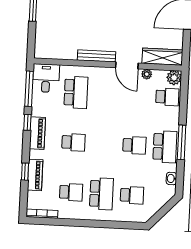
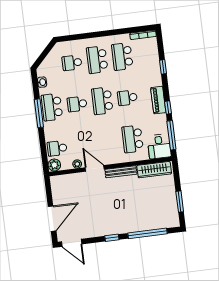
wardrobe: (162, 57) -> (154, 170), moved
school desk: (104, 144) -> (102, 101), added
piano: (35, 175) -> (154, 66), removed
school desk: (71, 192) -> (122, 57), width x1.85

